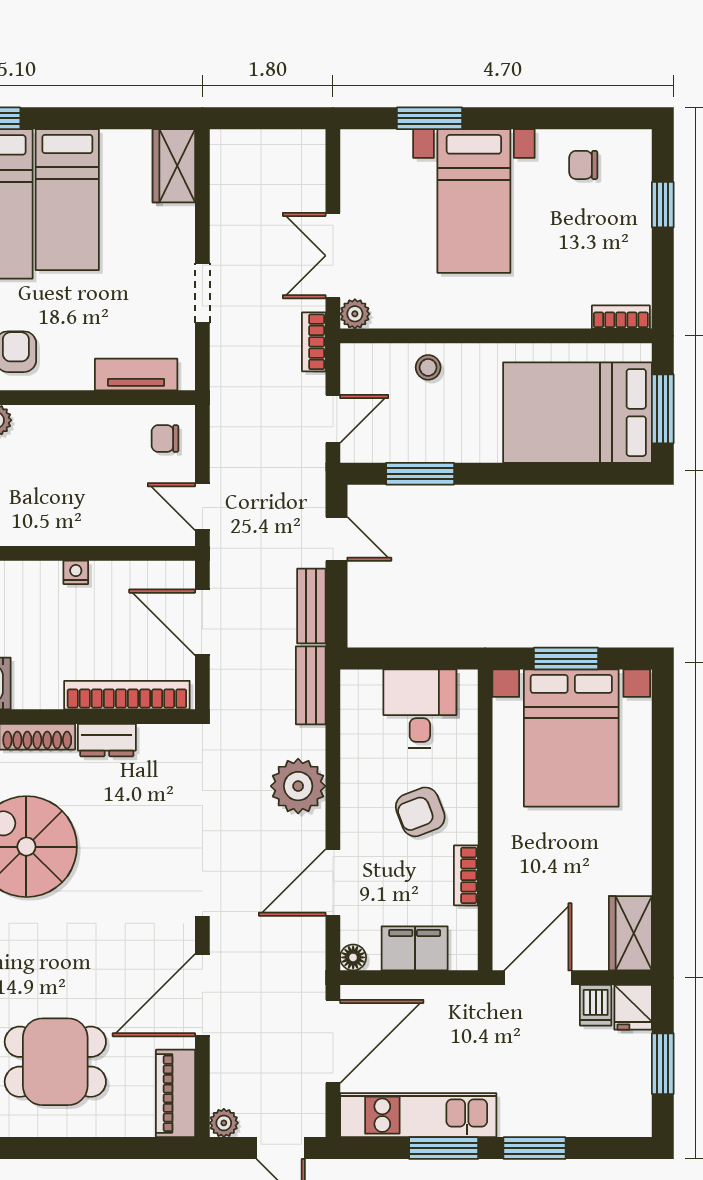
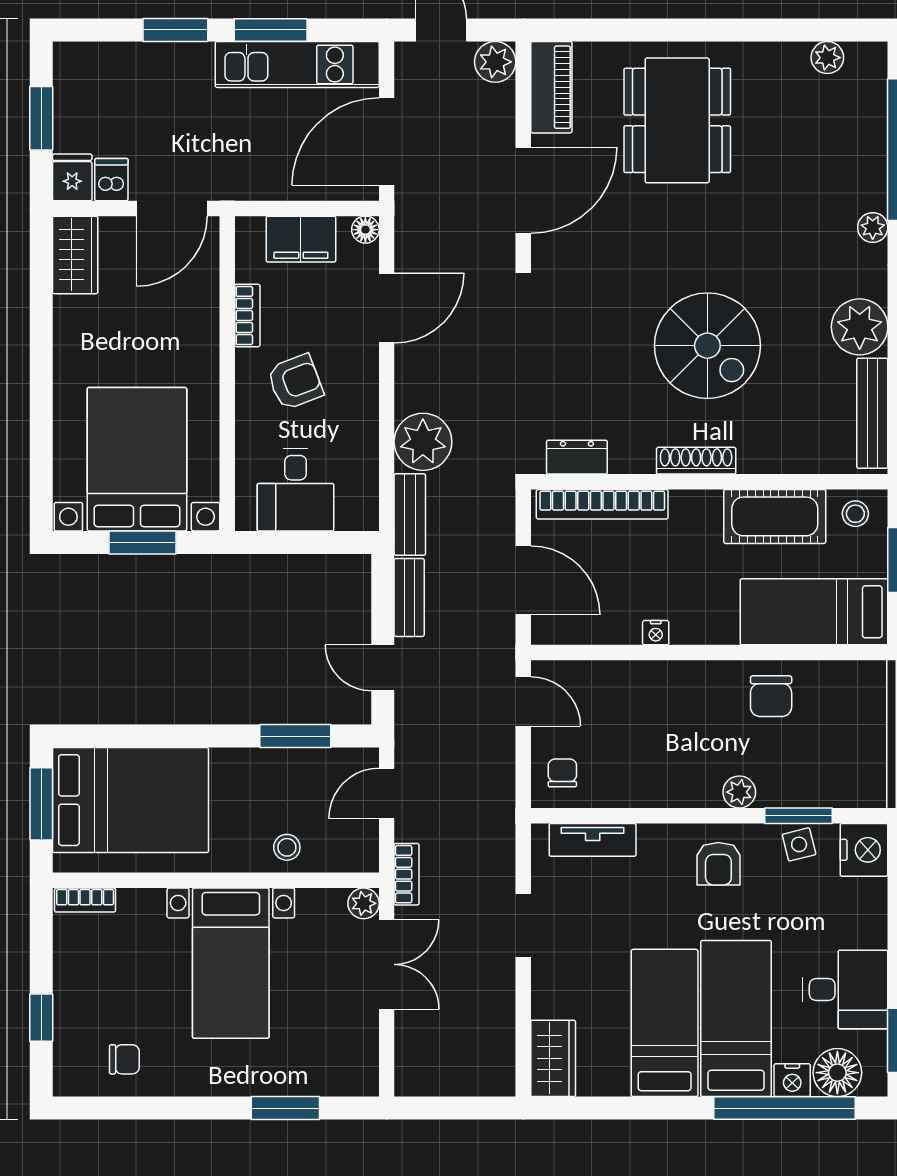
bed with nightstands: (474, 201) -> (231, 963), moved, turned 180
chair: (165, 439) -> (562, 773), turned -90
dresser: (107, 740) -> (577, 457), moved
plant: (298, 786) -> (423, 442), moved
dining table: (55, 1062) -> (677, 120), width x1.38
plant: (224, 1123) -> (495, 62), width x1.38, depth x1.38

